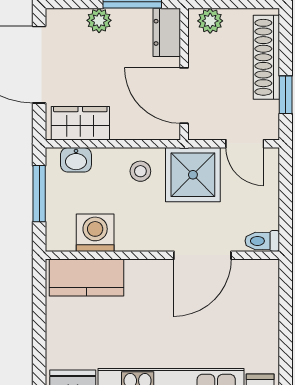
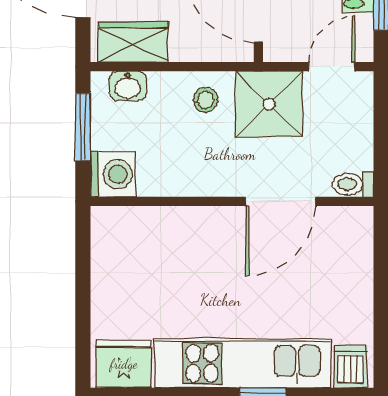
door: (245, 144) -> (332, 67), swing flipped
washing machine: (95, 233) -> (113, 174), moved, turned 90
kitchen counter: (87, 278) -> (140, 228), removed

